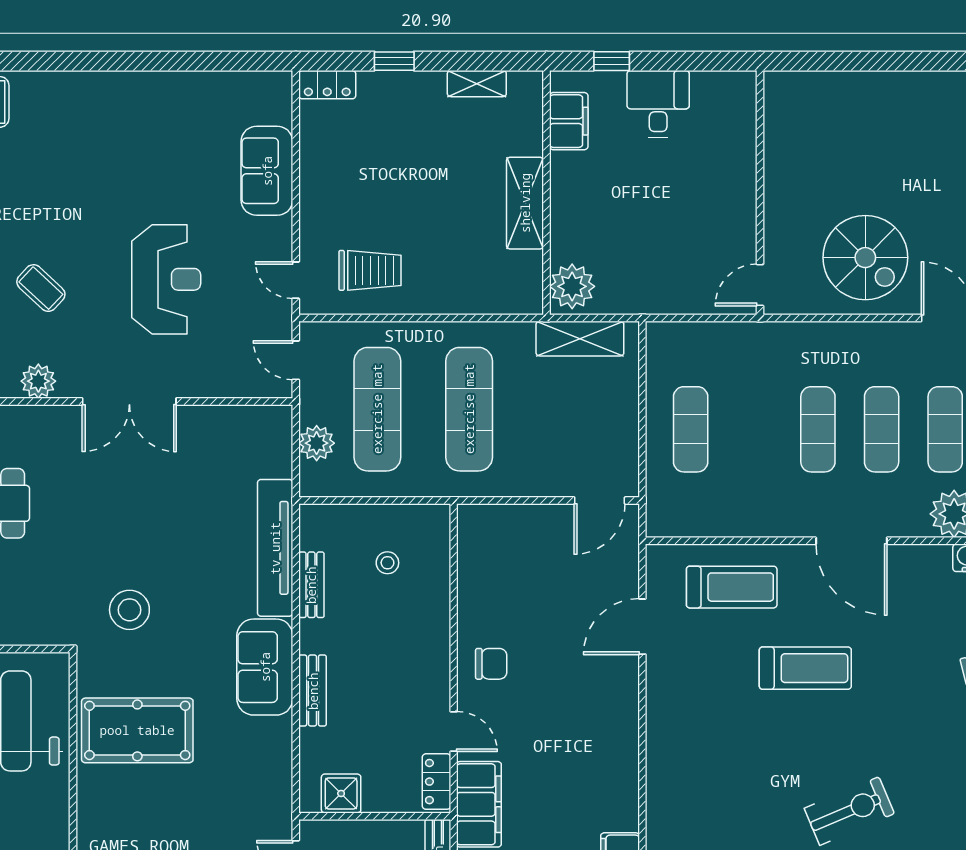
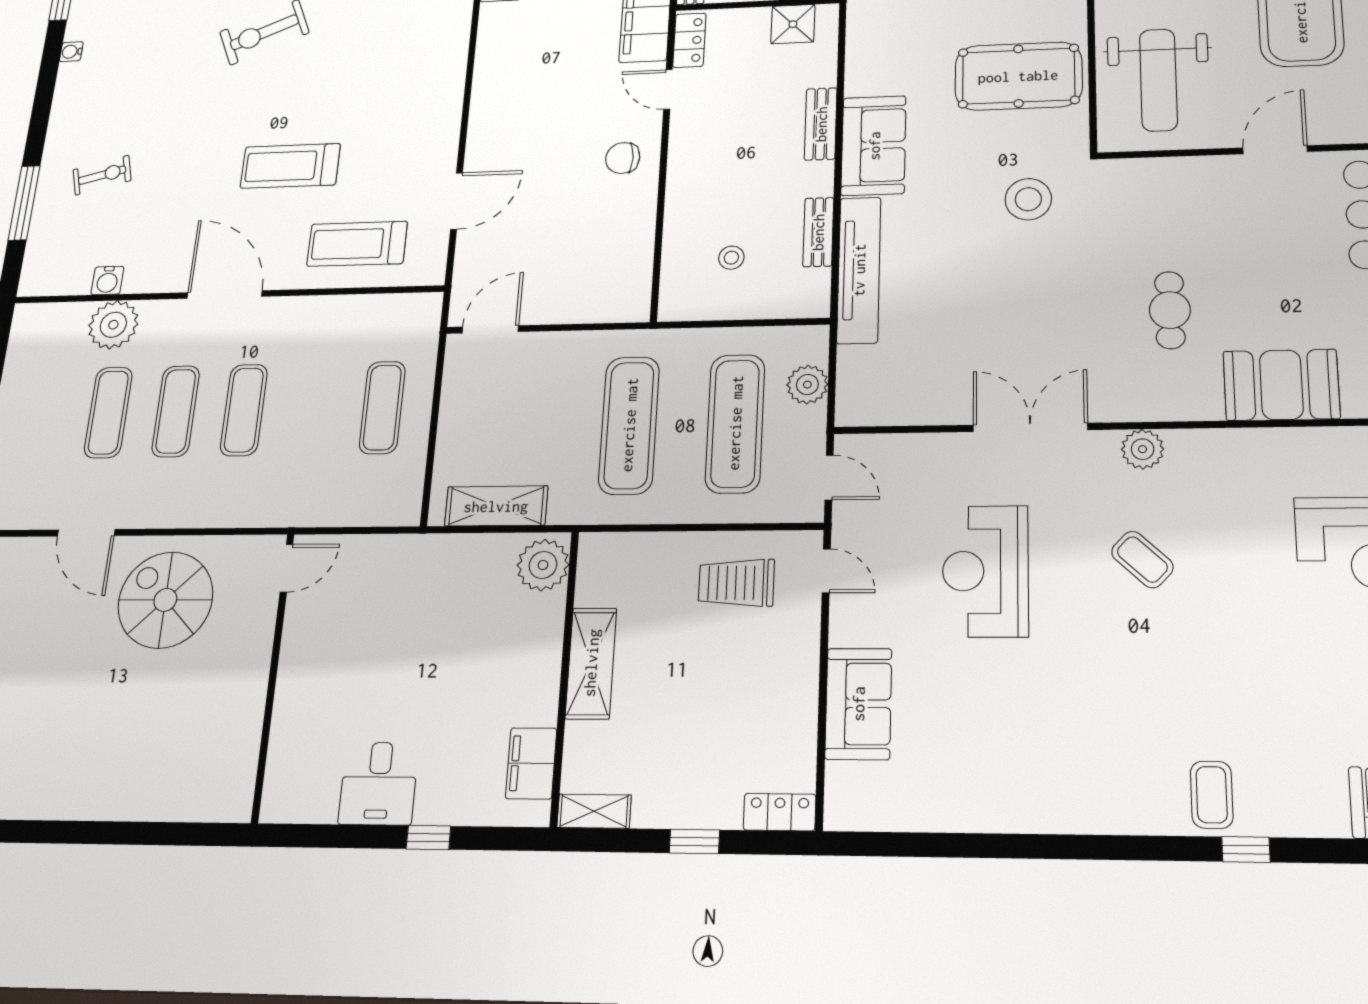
filing cabinet: (569, 121) -> (531, 763), moved
wall: (546, 193) -> (564, 676), moved
shelving: (525, 203) -> (591, 663), moved
plant: (572, 286) -> (543, 565), moved

